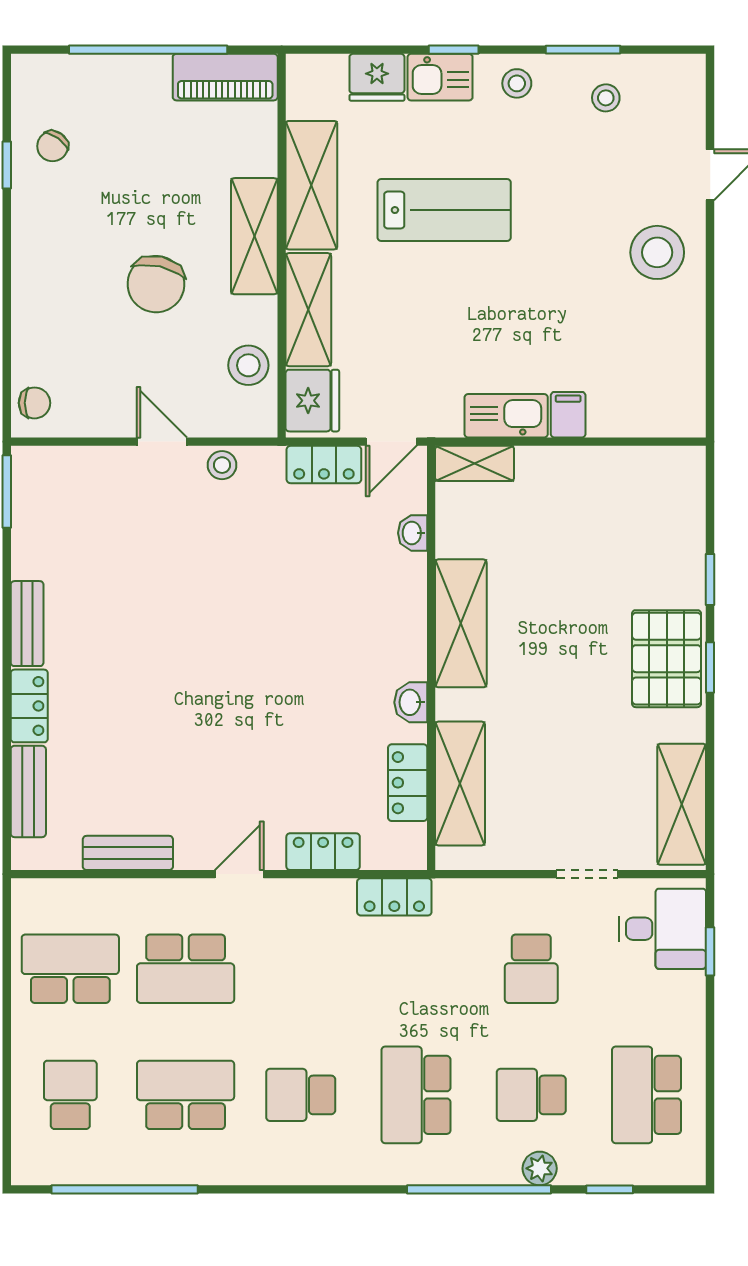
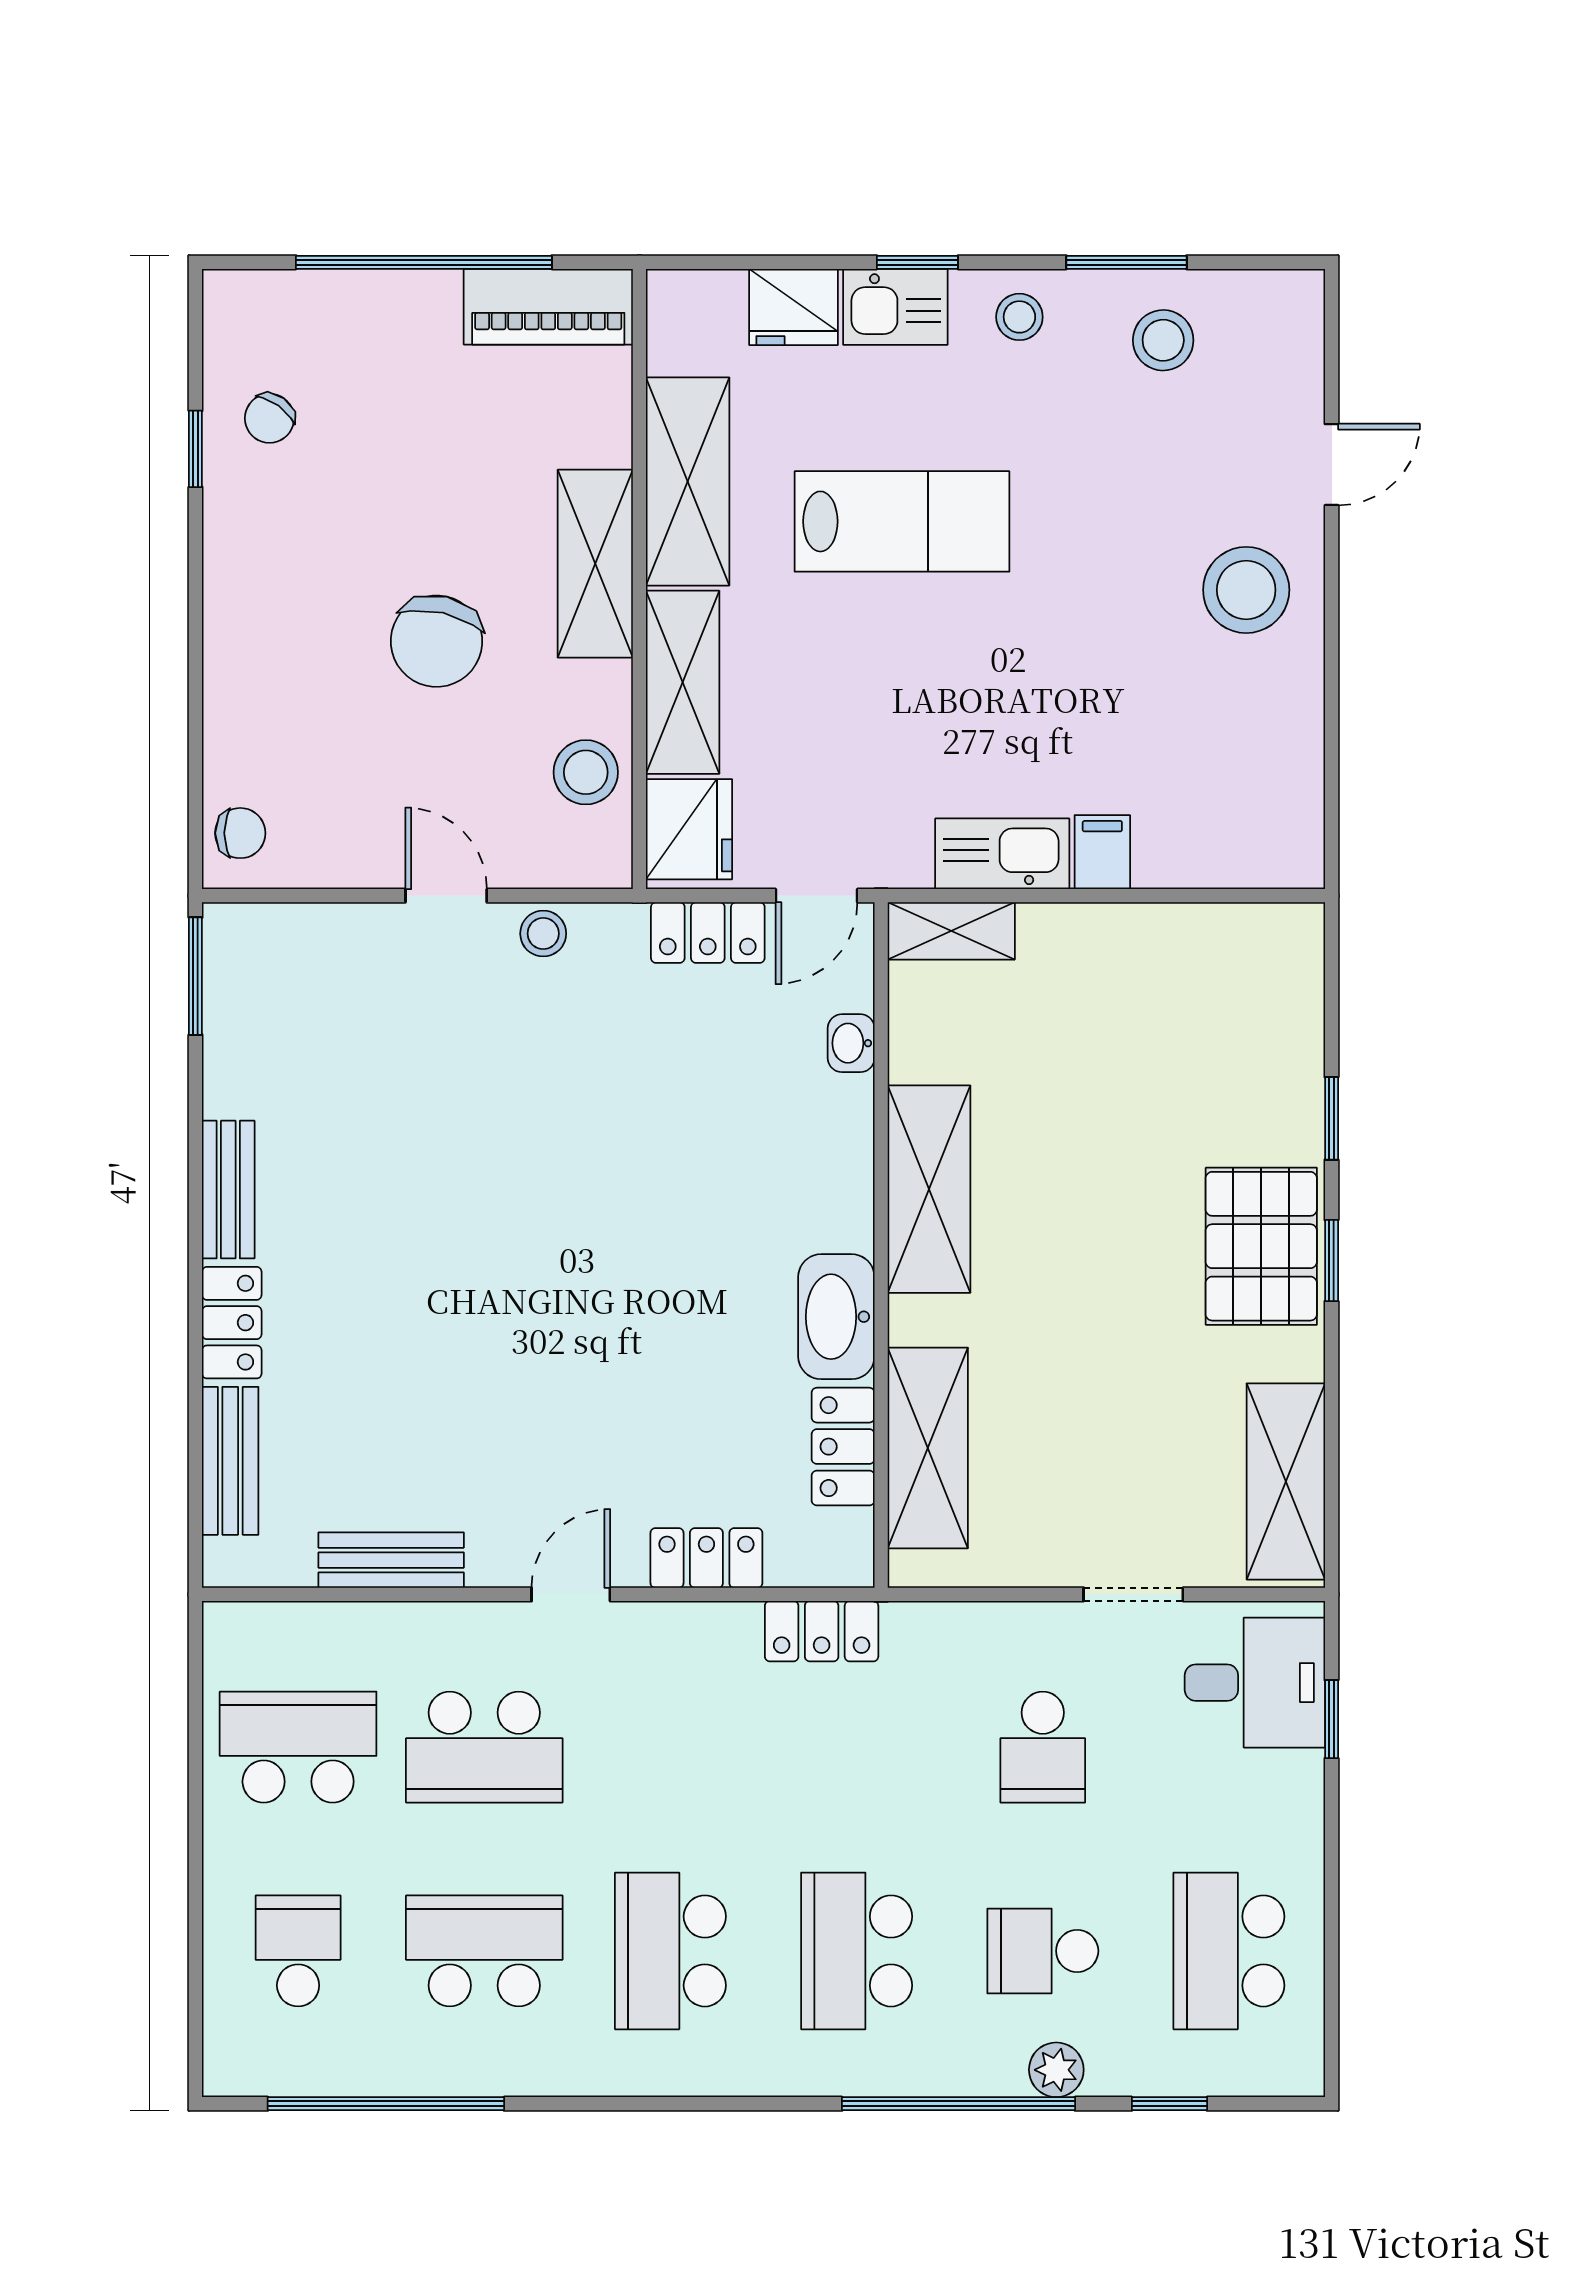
stool: (606, 98) -> (1163, 340), width x1.37, depth x1.37
washbasin: (411, 702) -> (836, 1317), width x1.91, depth x1.45
school desk: (301, 1095) -> (670, 1951), width x1.85

